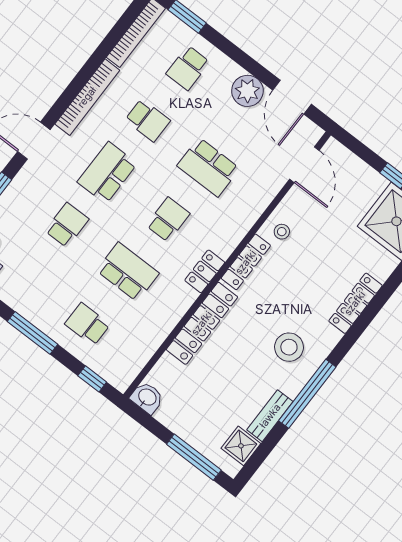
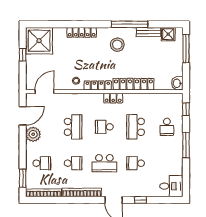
school desk: (148, 120) -> (73, 163), turned 90

